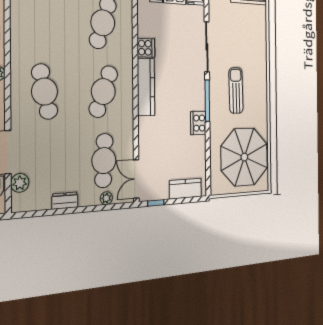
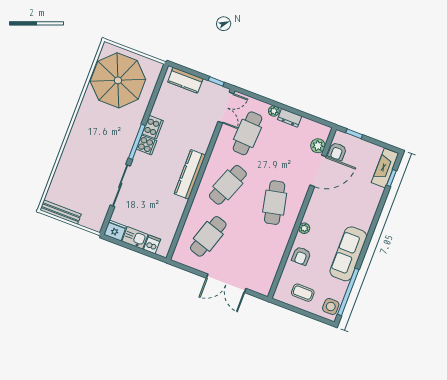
cooker: (146, 48) -> (146, 145), moved, turned 180
sun lounger: (236, 90) -> (105, 139), removed
plant: (106, 198) -> (274, 111), moved

